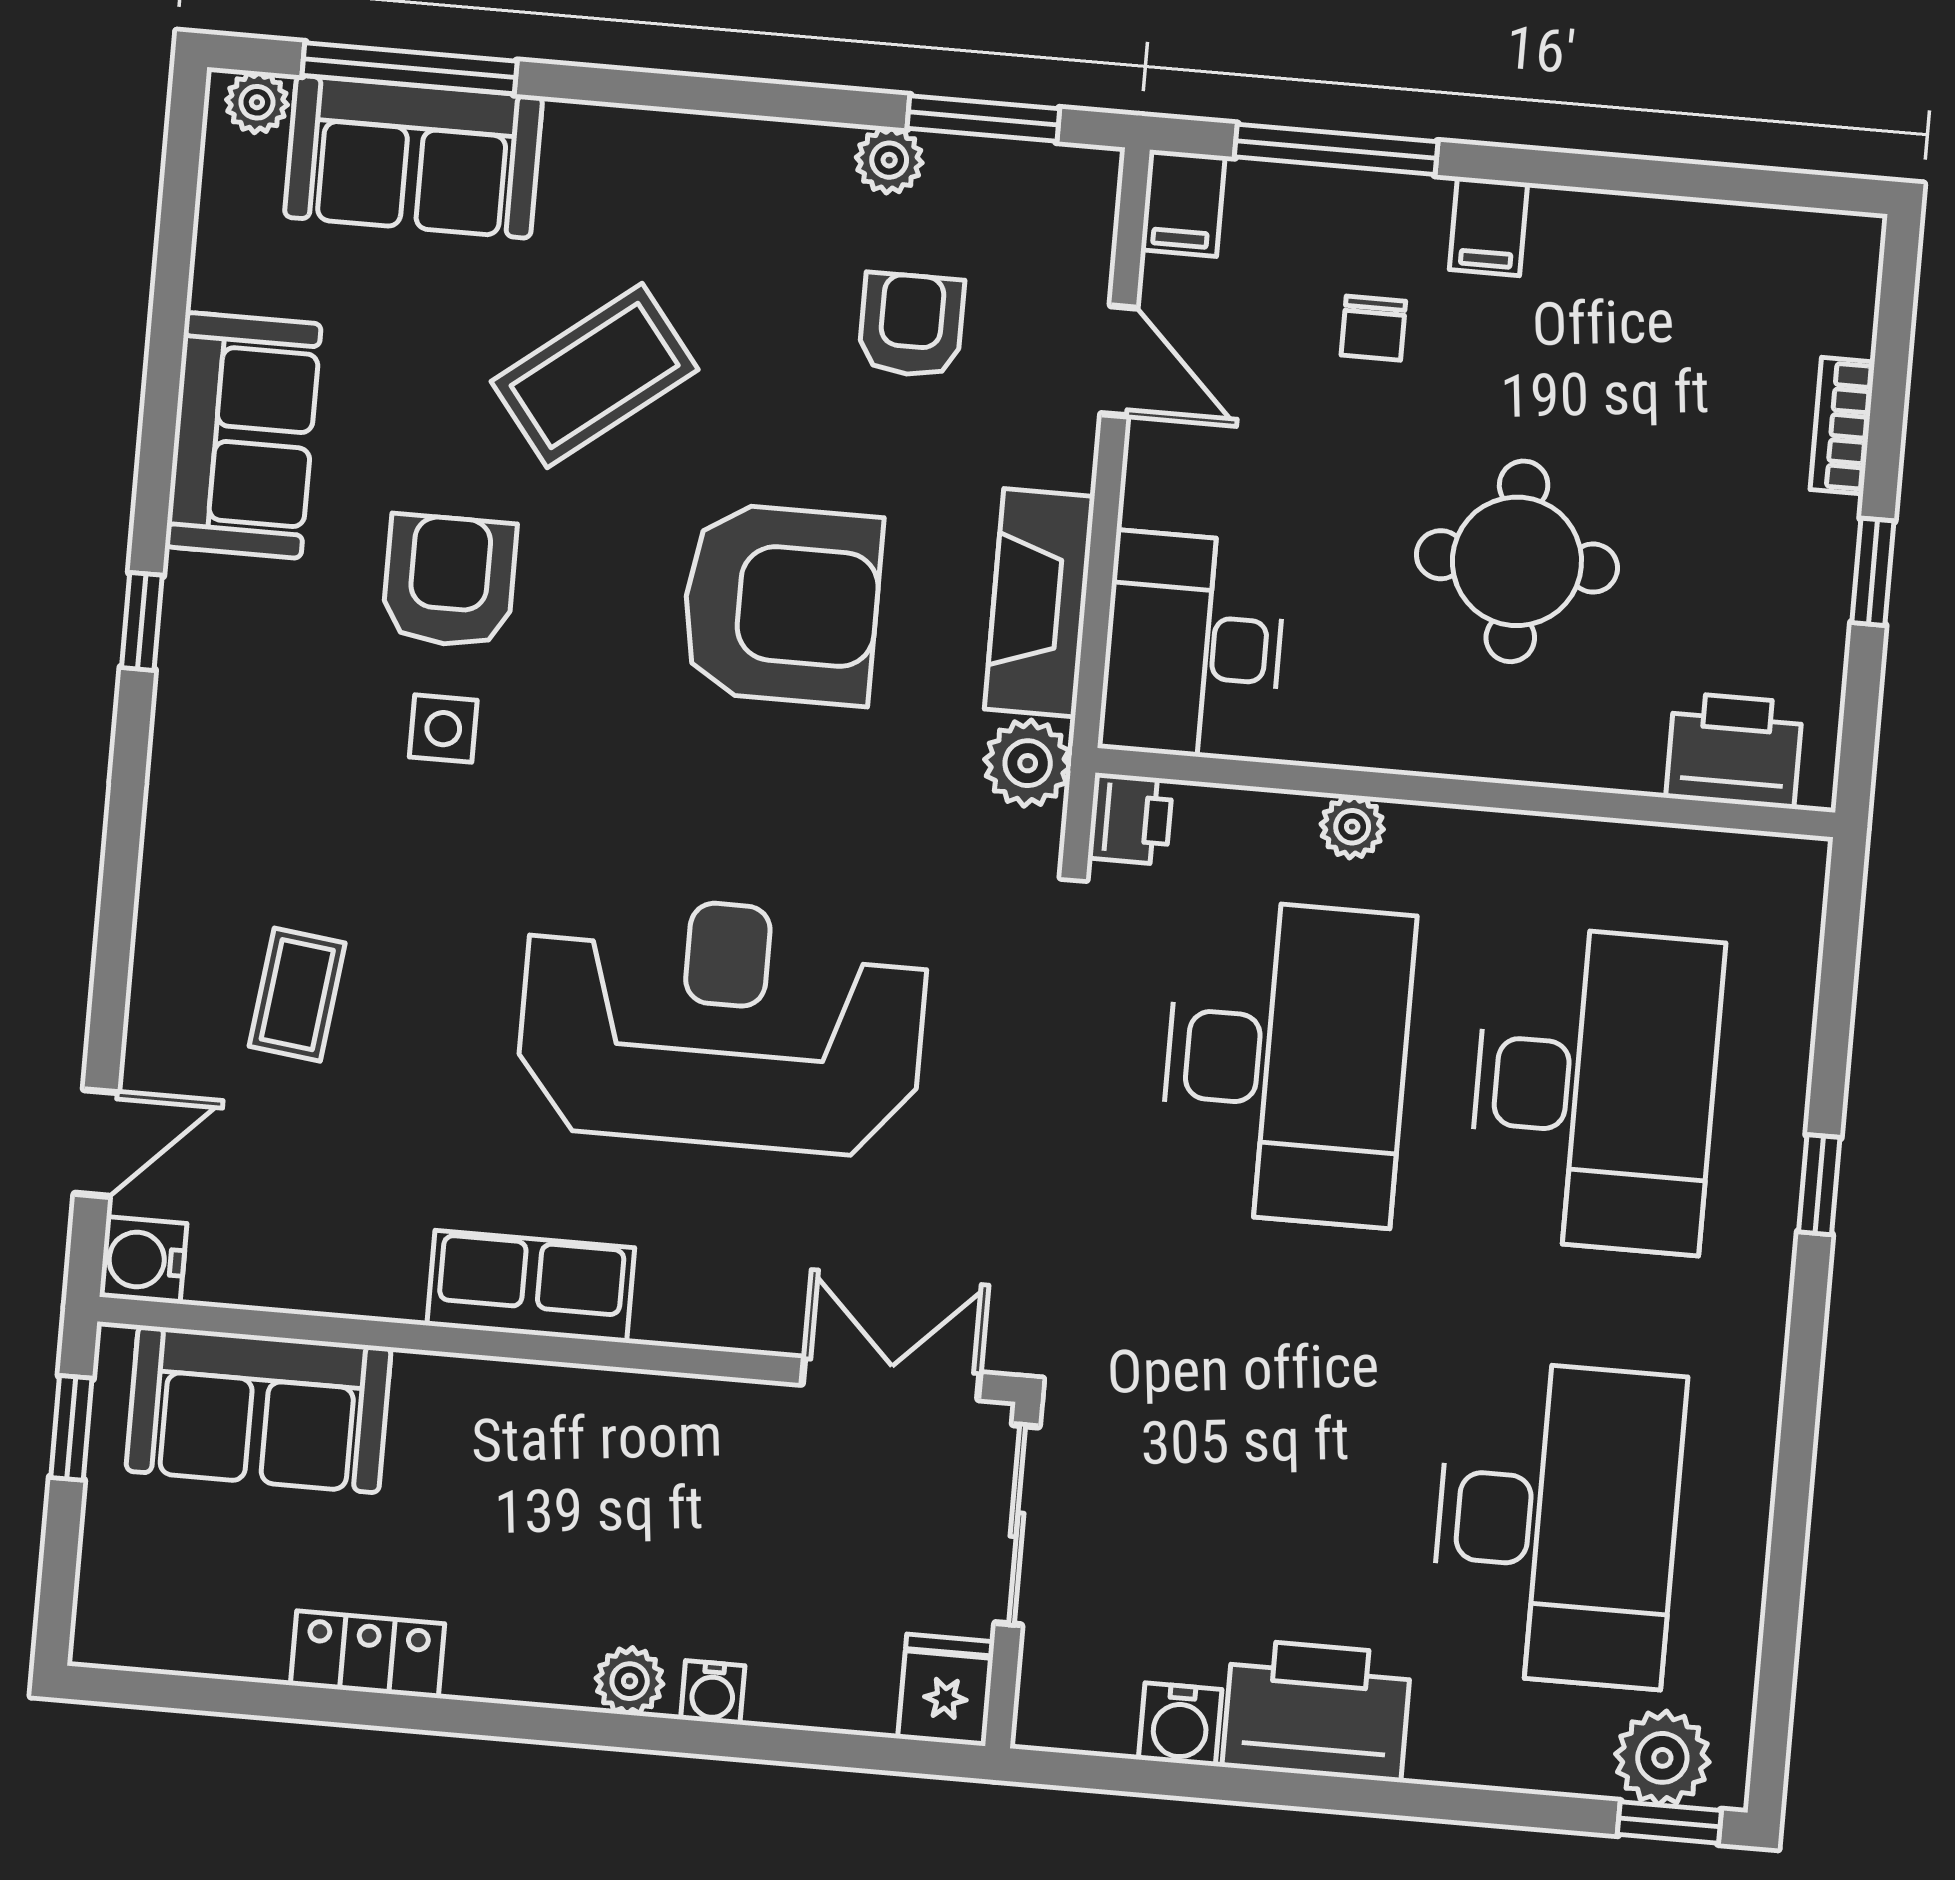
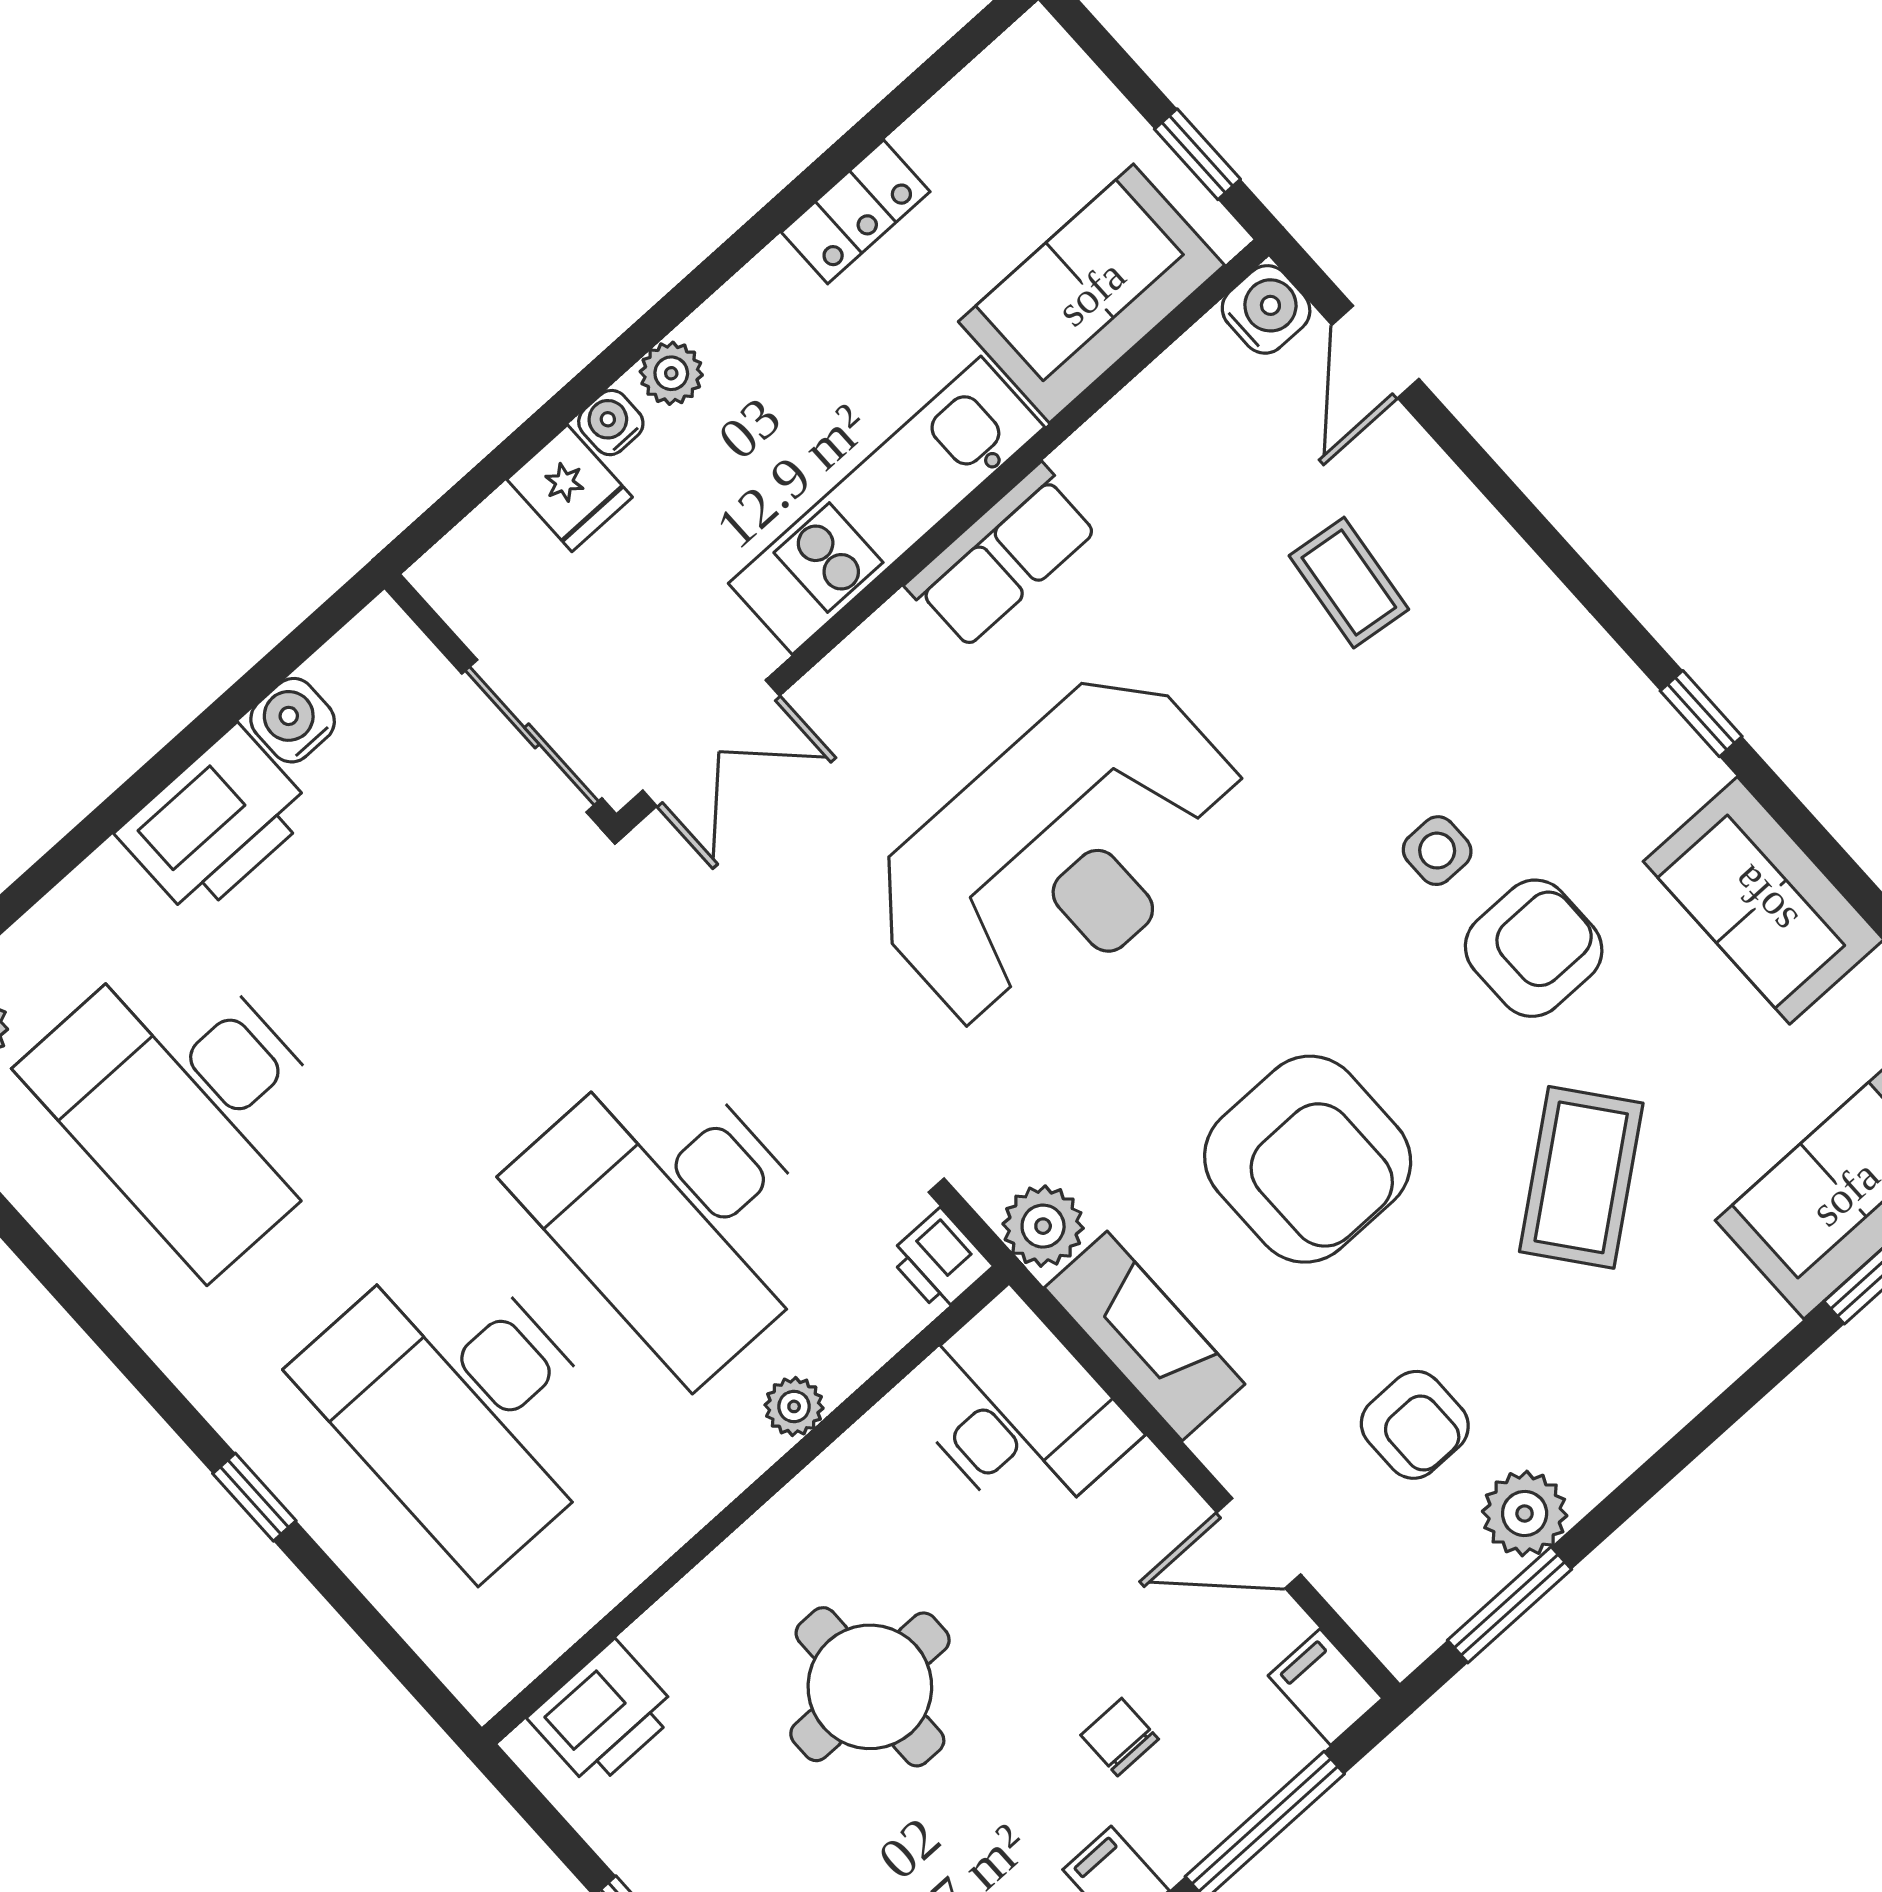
plant: (889, 160) -> (1525, 1514), width x1.38, depth x1.38
armchair: (449, 581) -> (1534, 948), turned -90
armchair: (781, 604) -> (1308, 1159), turned -90
kitchen unit: (575, 1415) -> (887, 505), added
fridge: (946, 1690) -> (570, 488), moved

